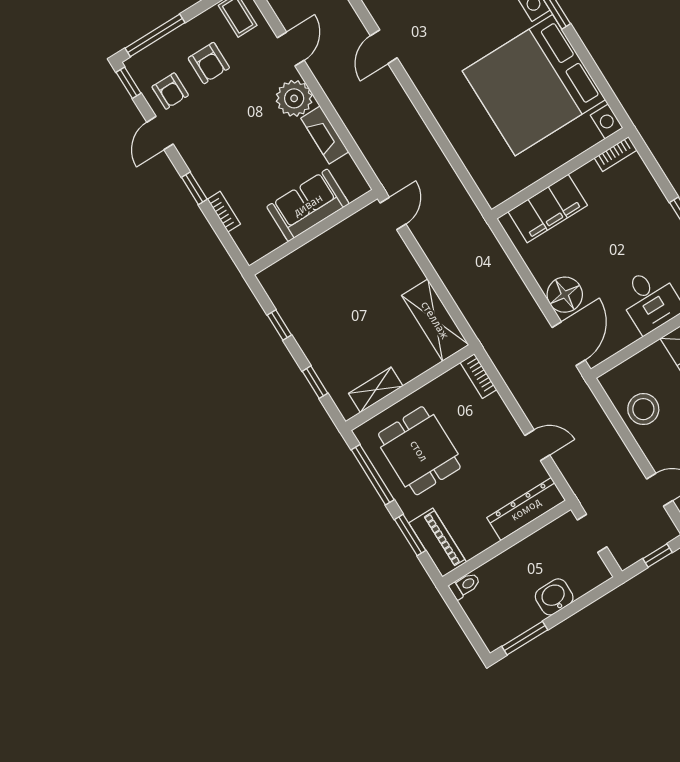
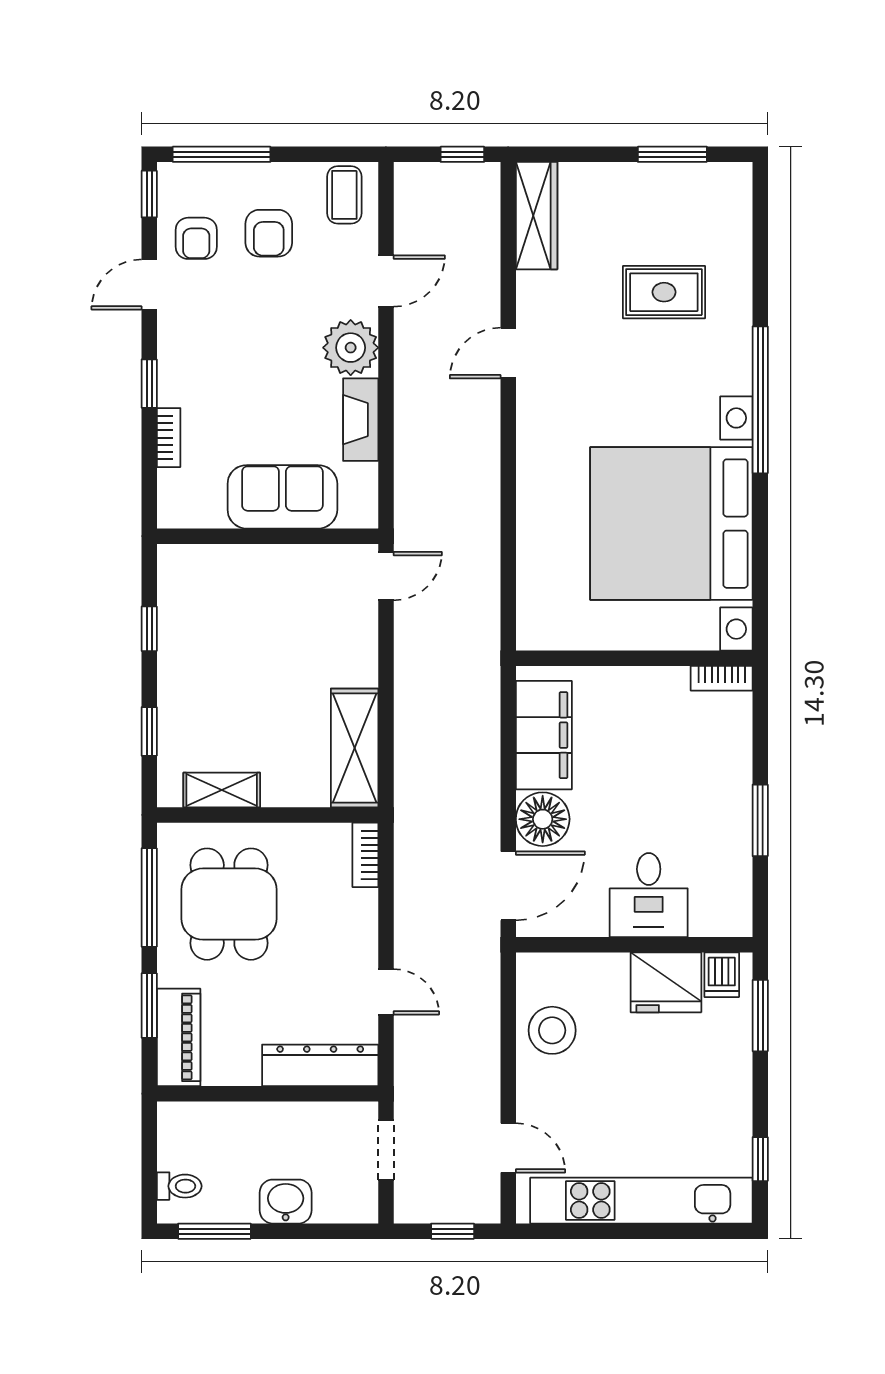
filing cabinet: (548, 208) -> (544, 735), moved, turned -90
toilet: (465, 586) -> (179, 1186), moved

